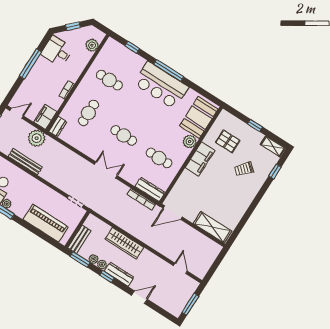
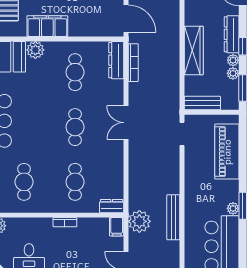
cafe table: (88, 113) -> (75, 182), turned 90
filing cabinet: (45, 117) -> (117, 227), width x0.50
bench: (79, 239) -> (202, 103), moved

